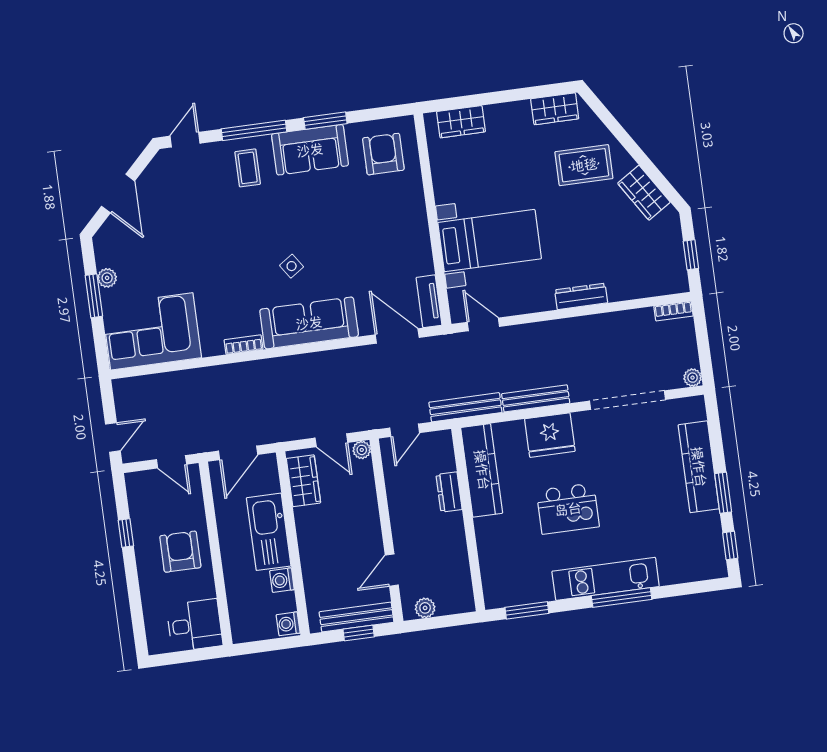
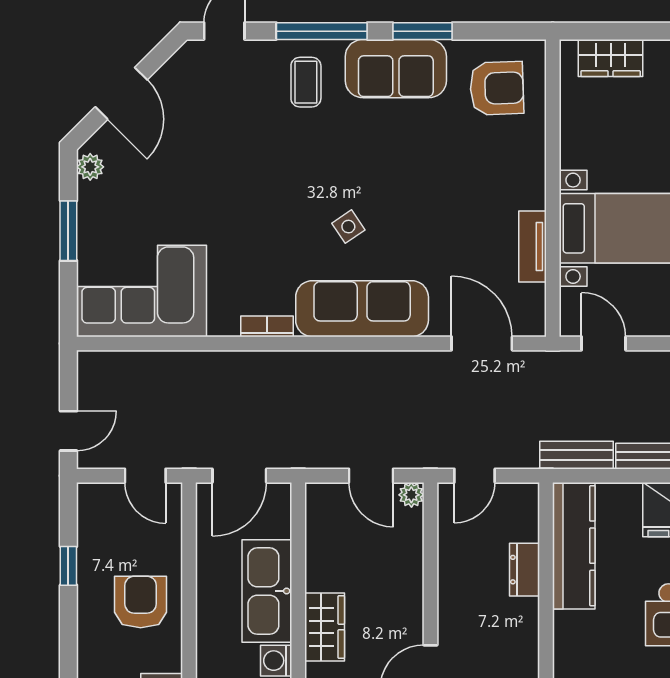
armchair: (383, 154) -> (497, 88), turned 88
plant: (107, 278) -> (90, 167), moved
tv unit: (429, 301) -> (533, 247), moved
bench: (465, 407) -> (577, 455), width x0.73
wardrobe: (303, 481) -> (325, 627), moved

